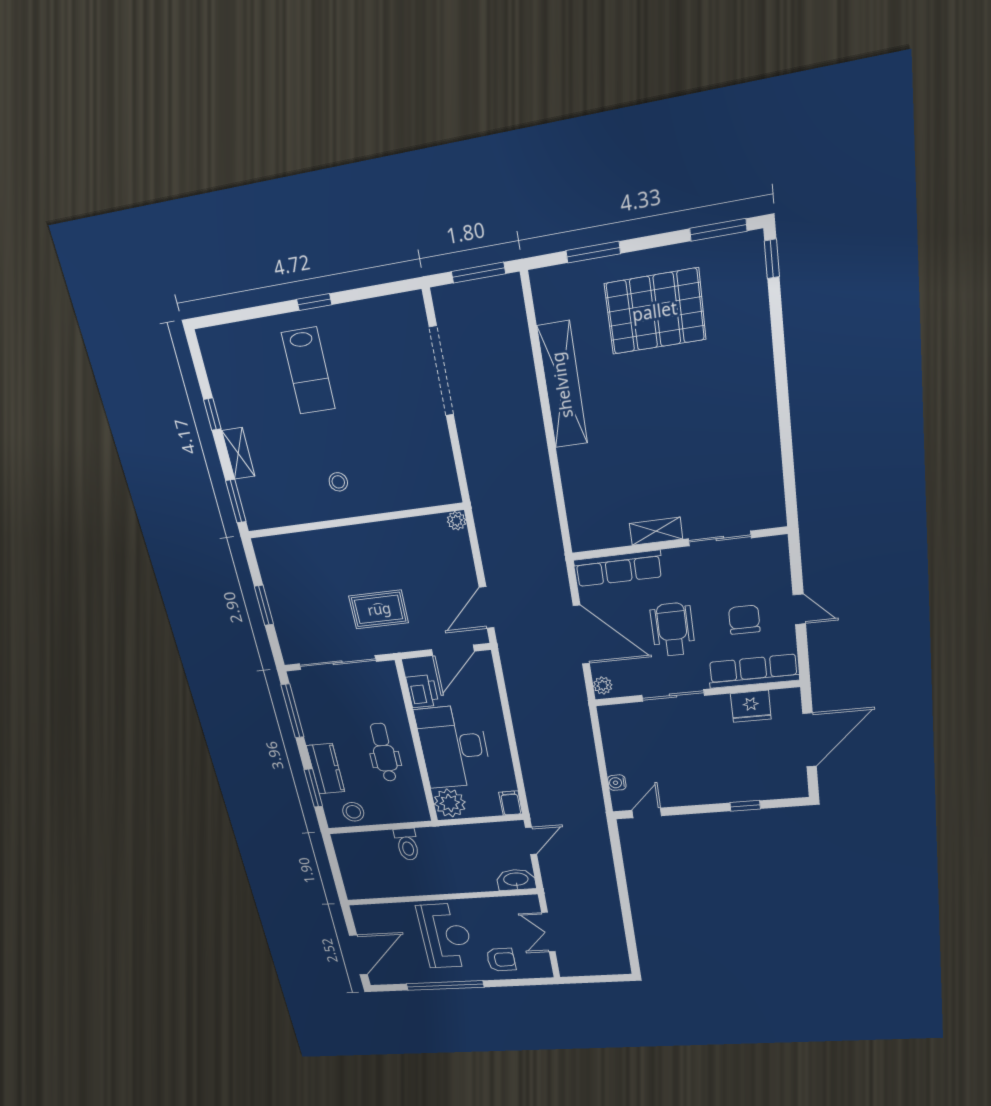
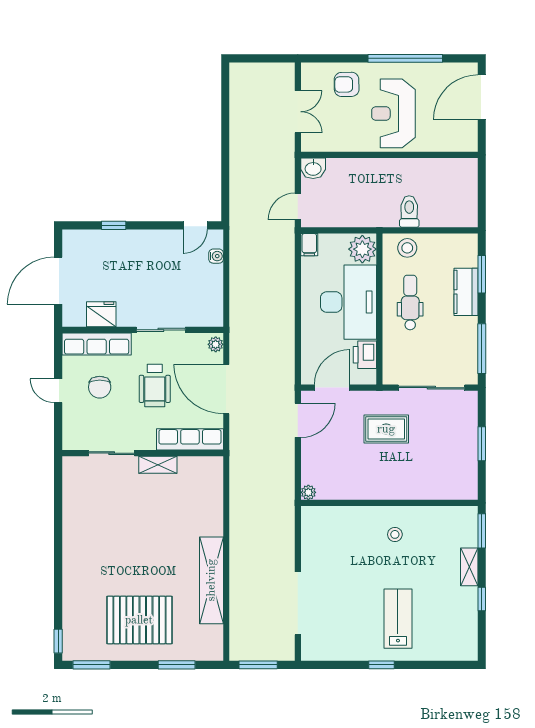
dental chair: (384, 752) -> (410, 302), turned 180
stool: (353, 812) -> (407, 248), moved
washbasin: (516, 880) -> (313, 168), width x0.72

